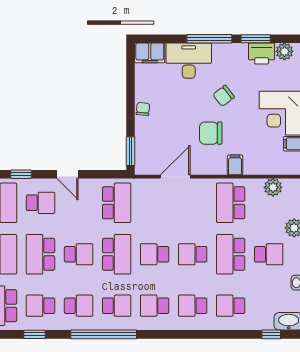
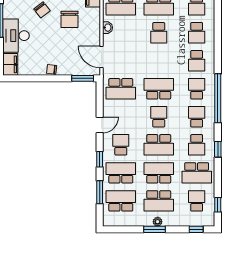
door: (175, 177) -> (102, 57), moved
washbasin: (200, 185) -> (108, 28), added
school desk: (117, 203) -> (121, 89), turned 180
school desk: (155, 254) -> (159, 61), removed

